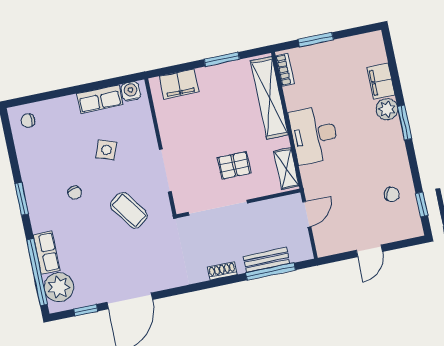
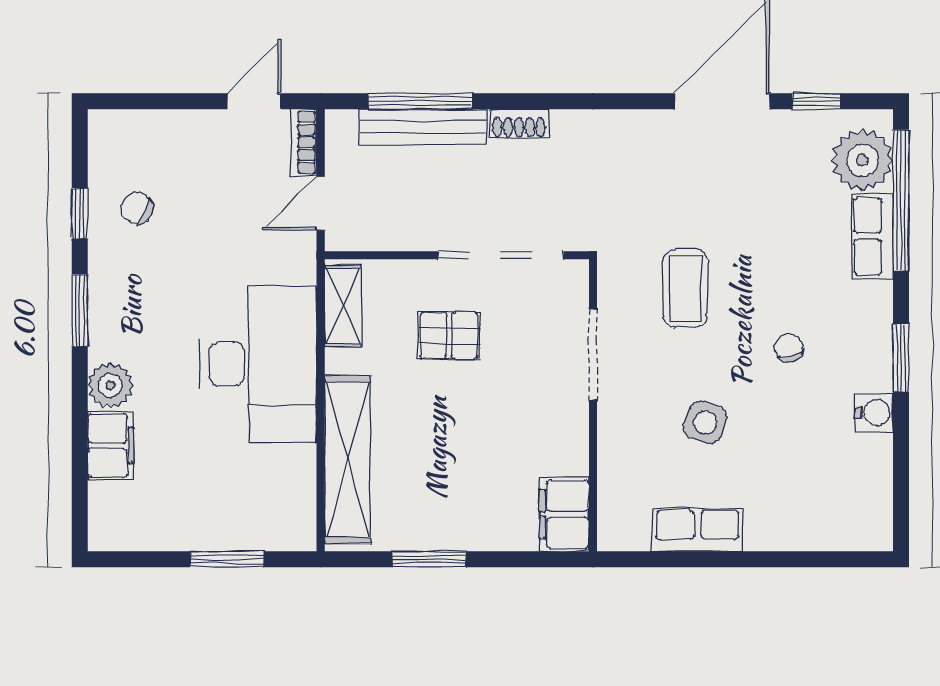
bookcase: (285, 70) -> (303, 142), moved
filing cabinet: (179, 84) -> (564, 514), moved, turned -90
water cooler: (131, 91) -> (874, 413), moved, turned -90
chair: (28, 121) -> (854, 516), removed
window: (405, 123) -> (80, 310), moved
desk: (314, 135) -> (258, 364), width x1.36, depth x1.30
window: (422, 204) -> (80, 213), moved
coffee table: (129, 210) -> (685, 288), turned 35
door: (369, 251) -> (254, 101), moved
bench: (266, 260) -> (423, 127), width x1.36

